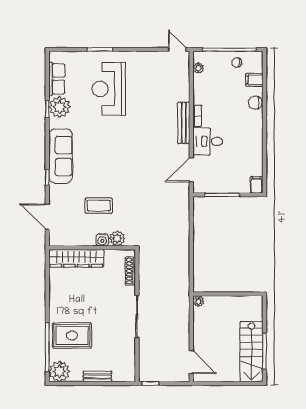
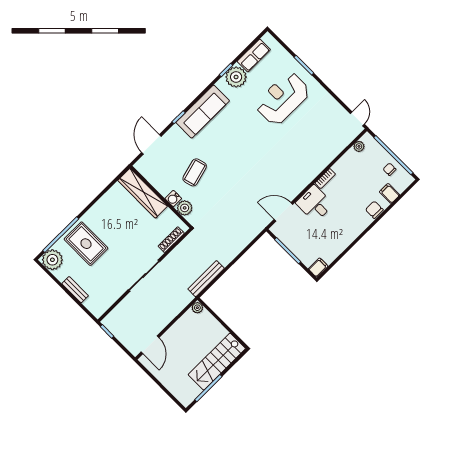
bench: (184, 123) -> (206, 279), moved
coffee table: (99, 206) -> (195, 172), turned 75
stairs: (251, 352) -> (217, 362), moved

